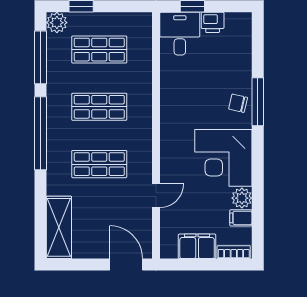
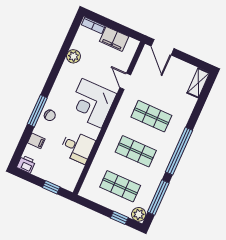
printer: (213, 22) -> (26, 164), moved
desk: (180, 34) -> (77, 147), moved, turned -90
corner desk: (223, 158) -> (92, 103), moved, turned 180
door: (156, 196) -> (125, 81), hinge flipped
filing cabinet: (241, 218) -> (36, 141), moved
shelving: (59, 227) -> (198, 83), width x0.67, depth x0.75

